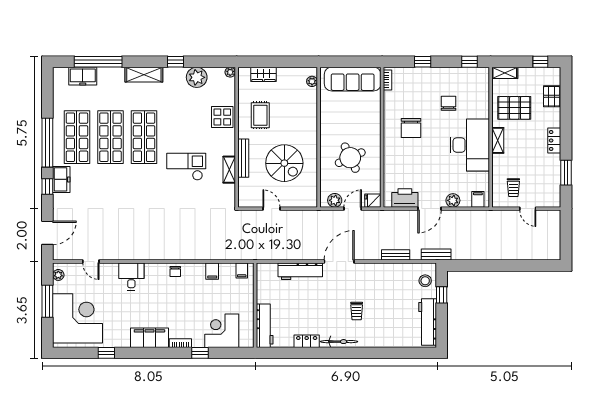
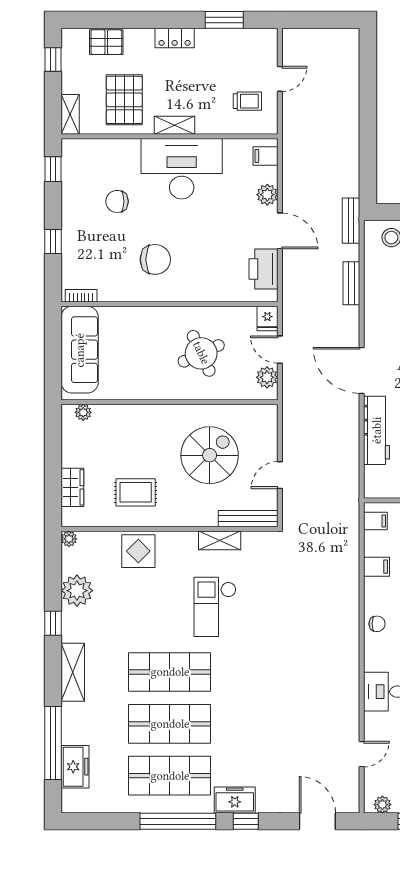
bench: (243, 158) -> (248, 519), moved

